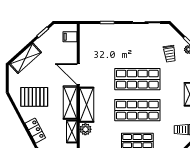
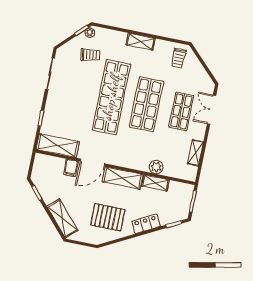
filing cabinet: (70, 37) -> (71, 168), moved
shop shelf: (137, 79) -> (111, 97), width x1.40
pallet: (34, 97) -> (108, 217), turned 90
shelving: (87, 105) -> (58, 146), moved

